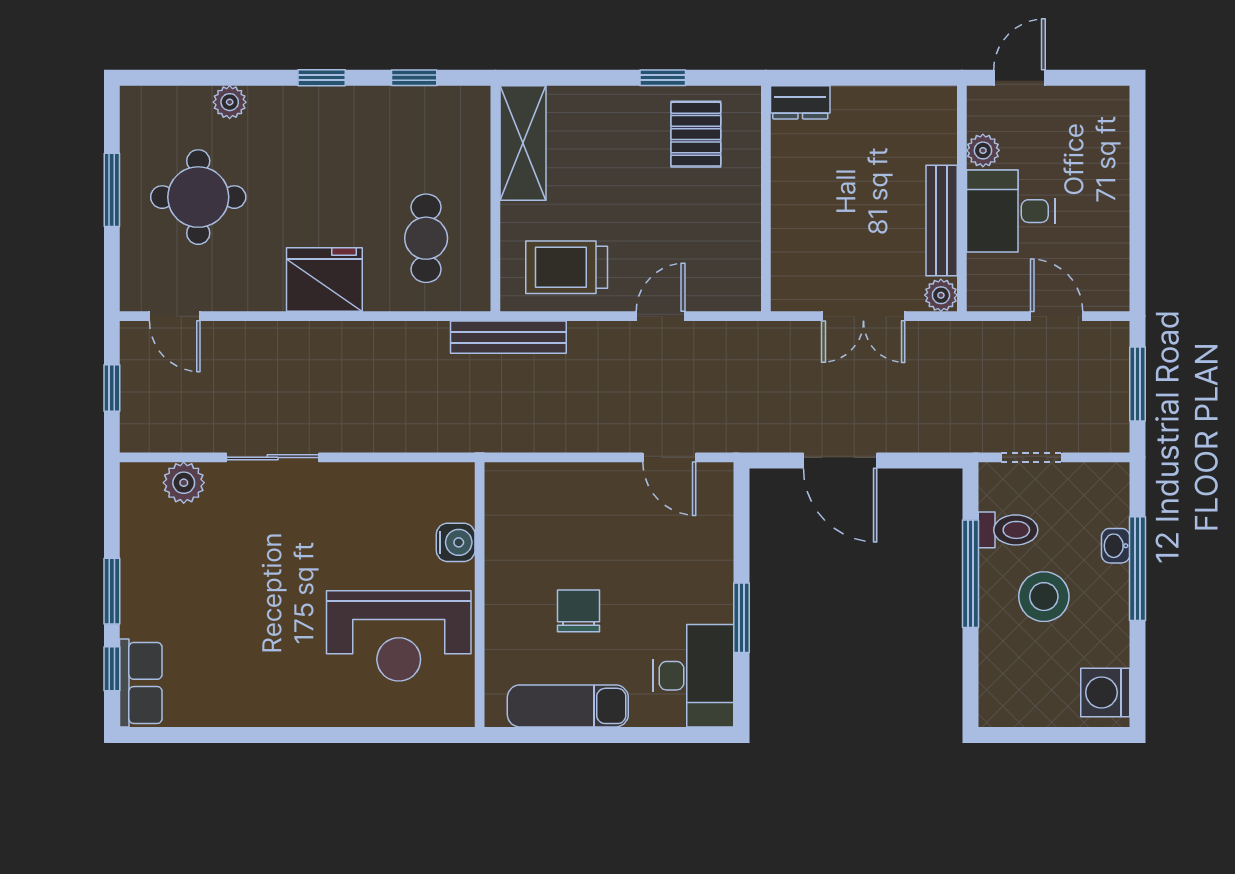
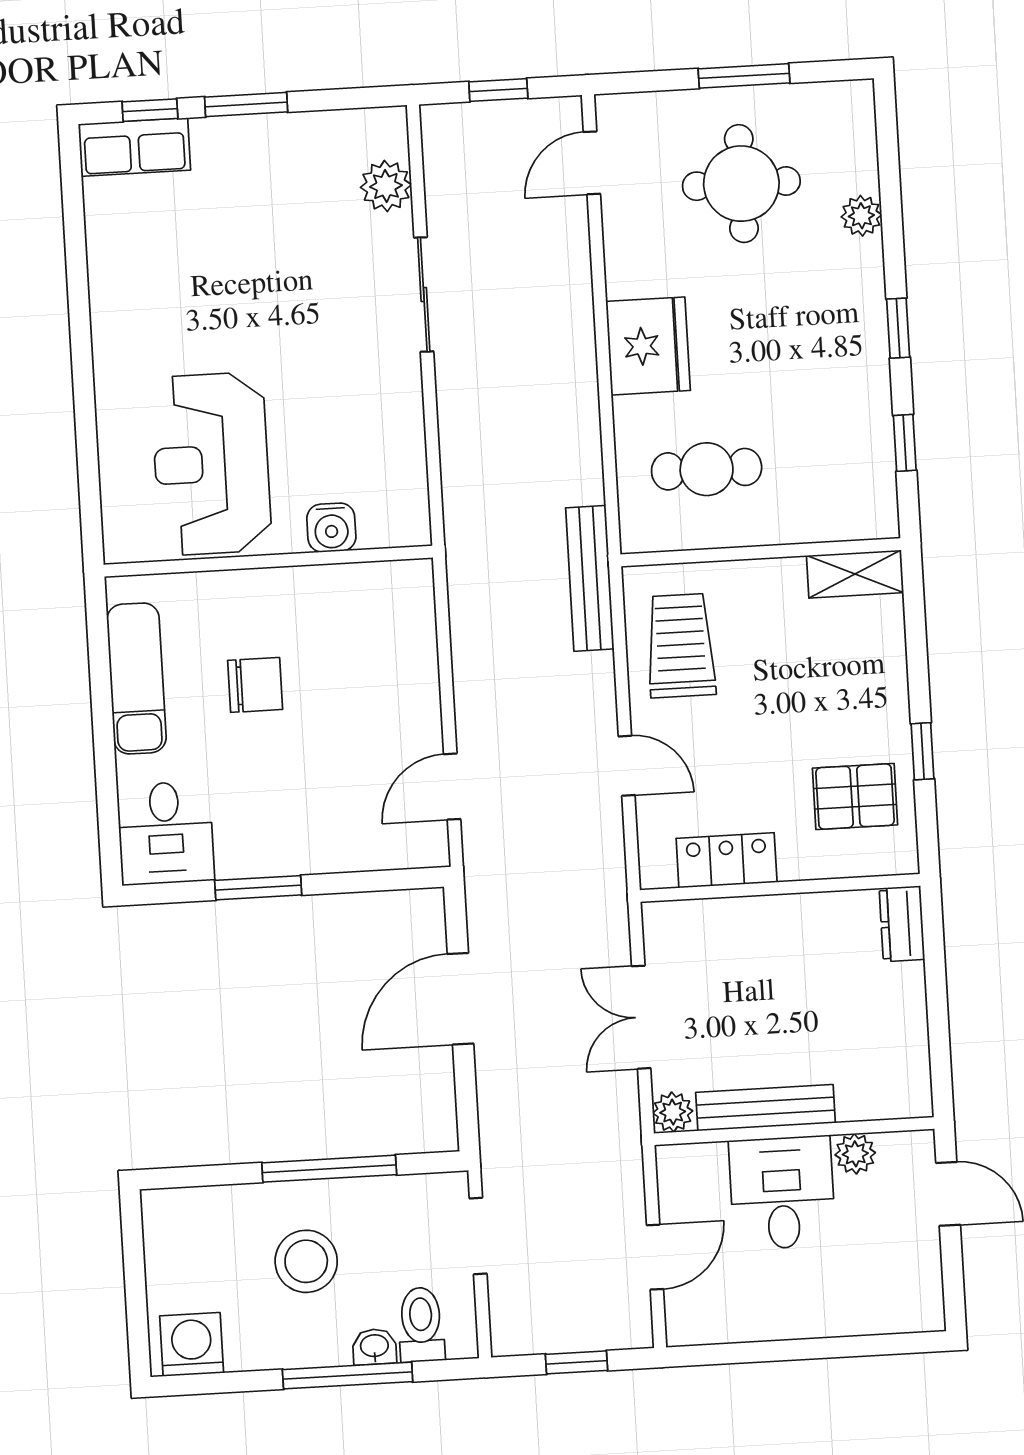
shelving: (523, 143) -> (855, 574), width x0.67, depth x0.75
locker: (741, 240) -> (727, 860), added
window: (1138, 384) -> (577, 1362), width x0.67
toilet: (1008, 530) -> (421, 1325), moved, turned 180
desk: (693, 676) -> (166, 833), width x0.73

